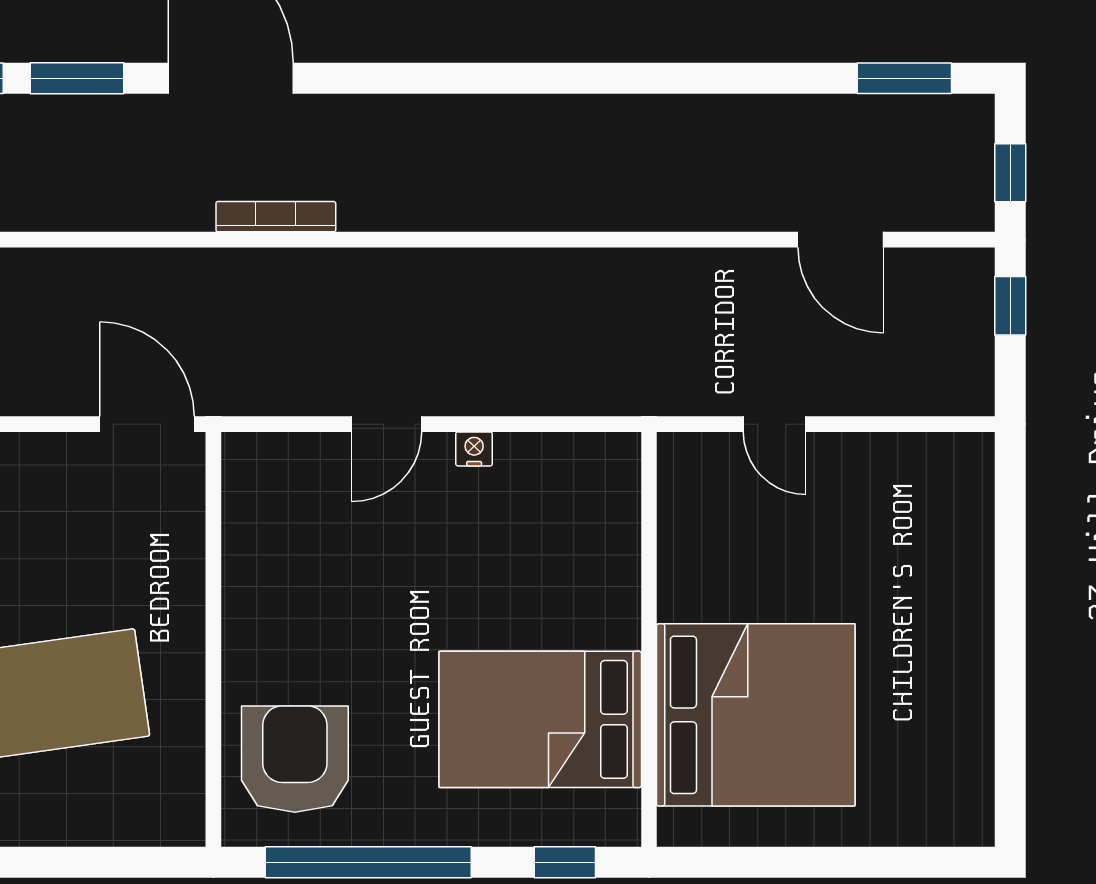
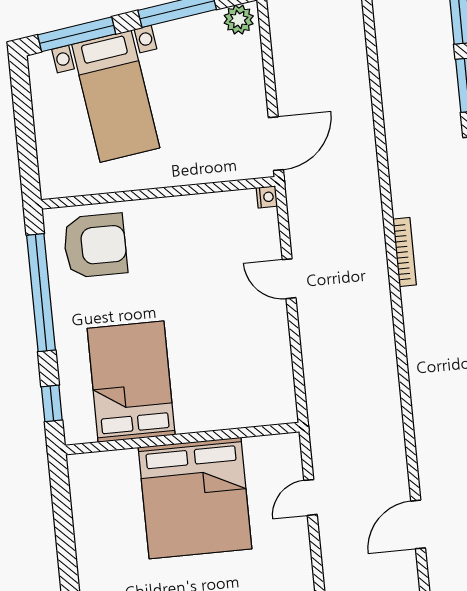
bookcase: (276, 217) -> (405, 252), moved
nightstand: (474, 449) -> (267, 197), moved
bed: (756, 715) -> (195, 498), moved

